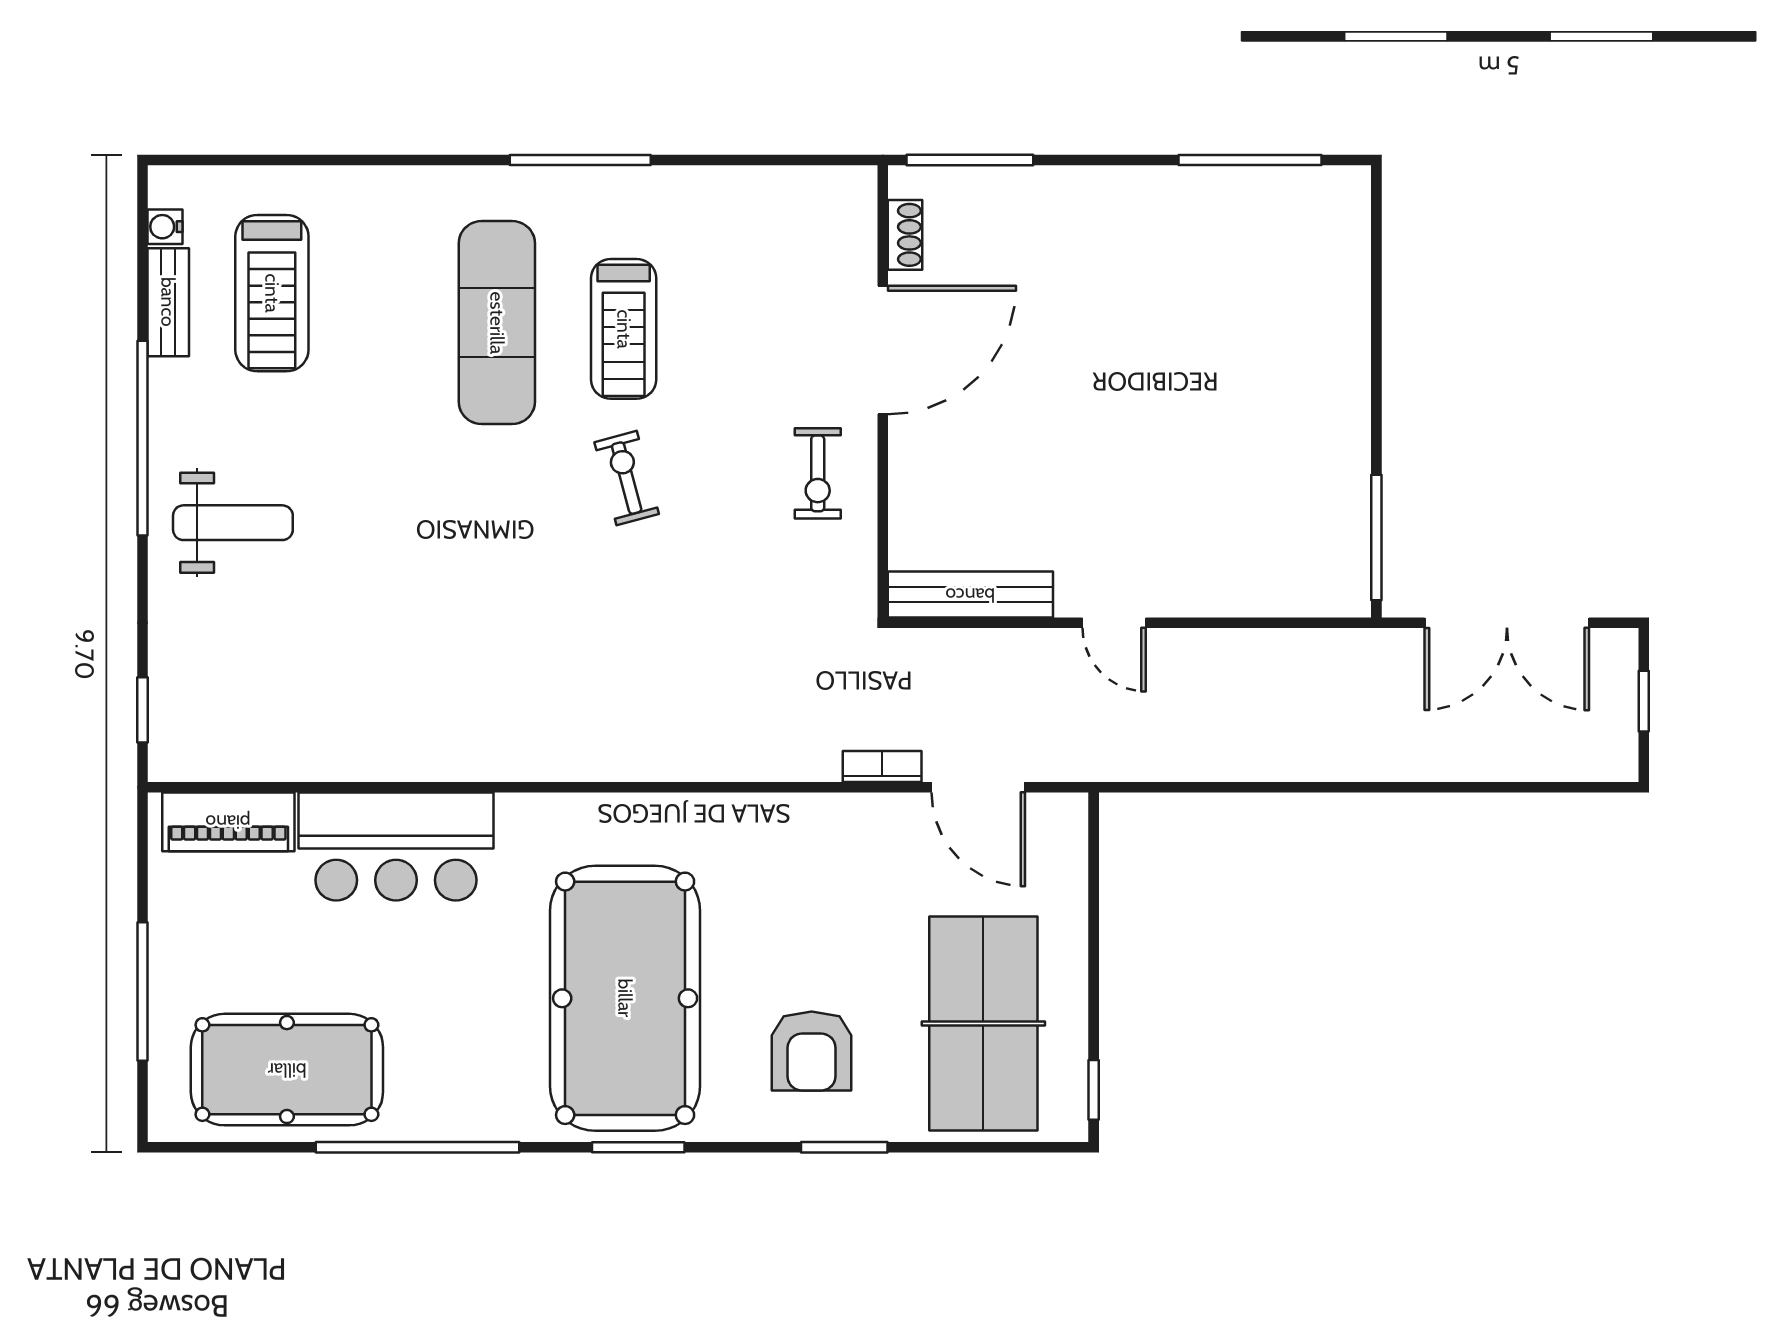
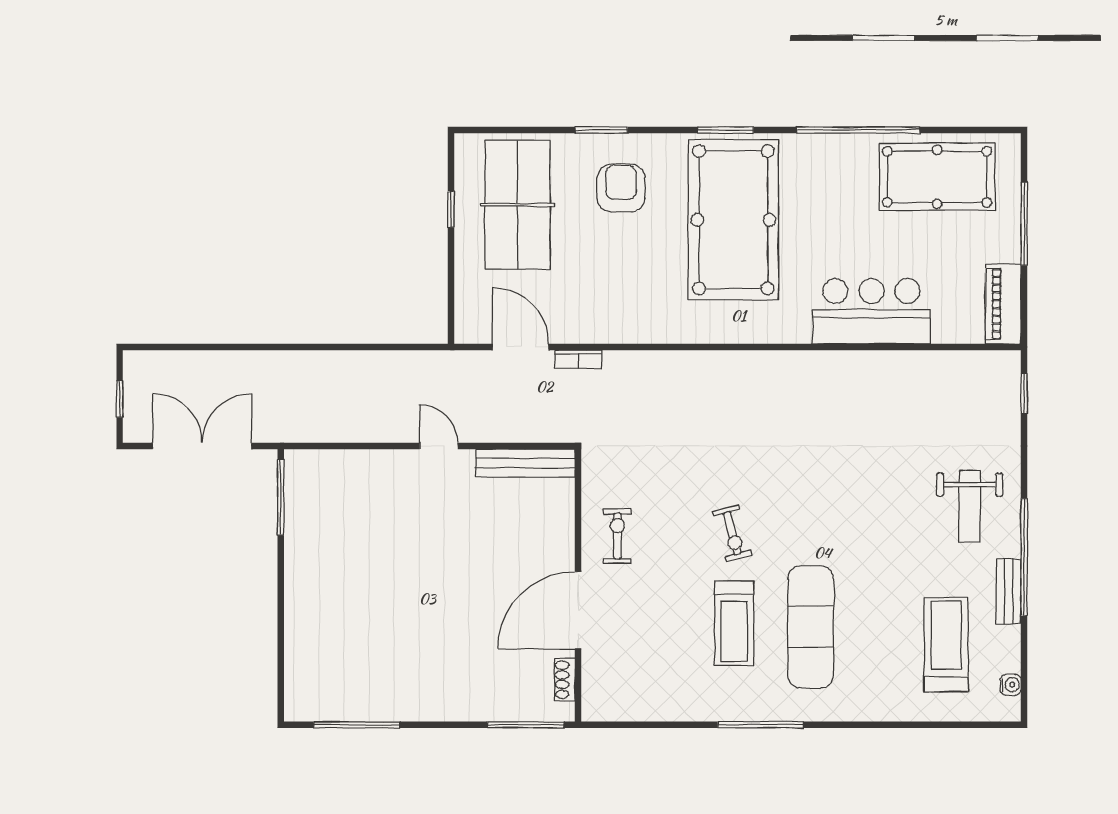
bench: (168, 302) -> (1009, 591), moved
treadmill: (624, 329) -> (734, 623), turned 180
weight bench: (233, 523) -> (970, 506), turned -90
piano: (228, 822) -> (1003, 304), moved, turned -90
window: (1094, 1090) -> (451, 209), moved

